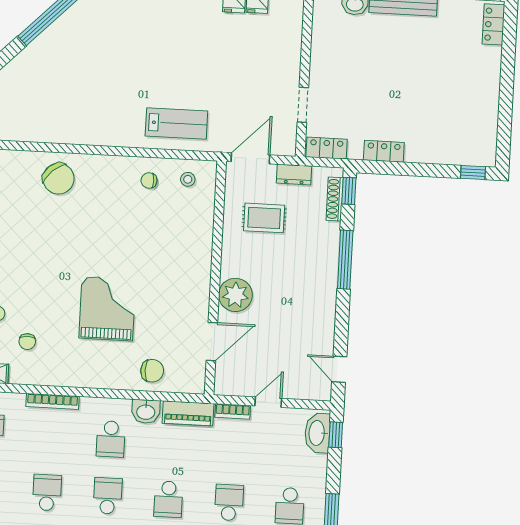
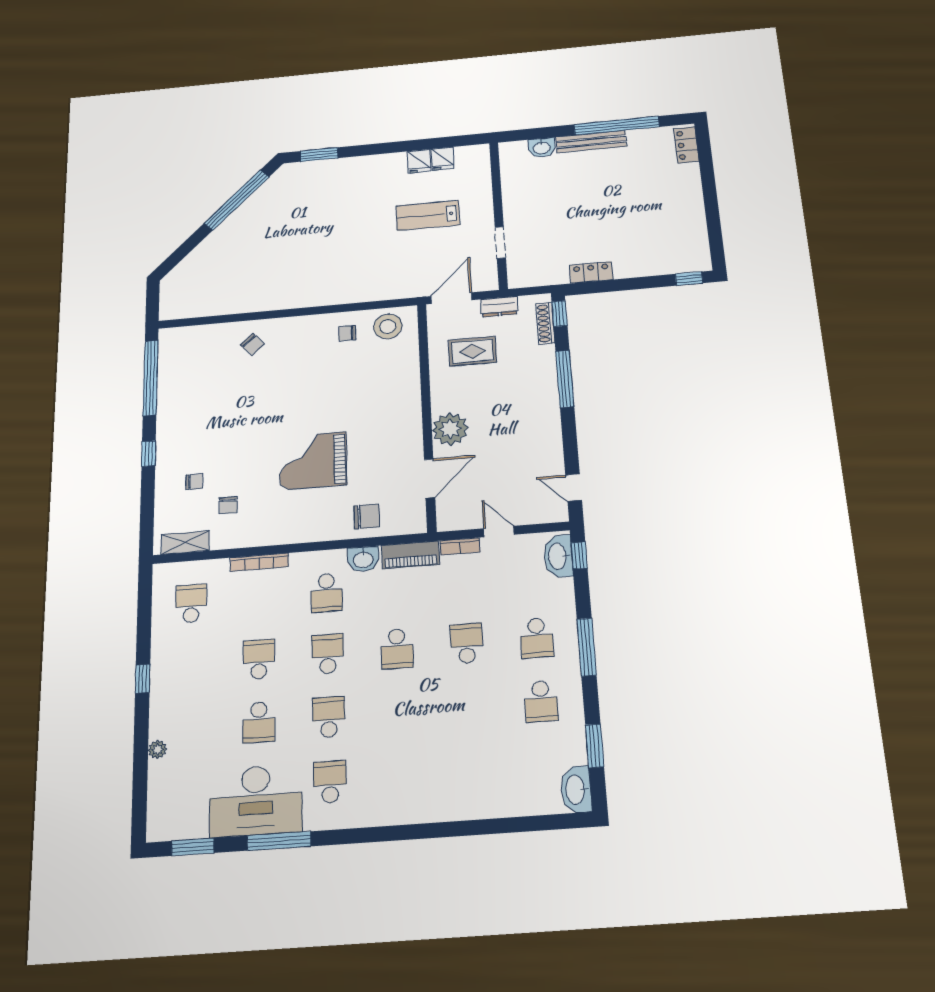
lab bench: (176, 123) -> (428, 215), moved, turned 180
locker: (327, 148) -> (530, 278), removed
chair: (58, 179) -> (252, 344), width x0.54, depth x0.54
stool: (188, 179) -> (388, 326), width x1.89, depth x1.89
grand piano: (107, 309) -> (313, 461), turned -90
door: (268, 402) -> (499, 532), hinge flipped

